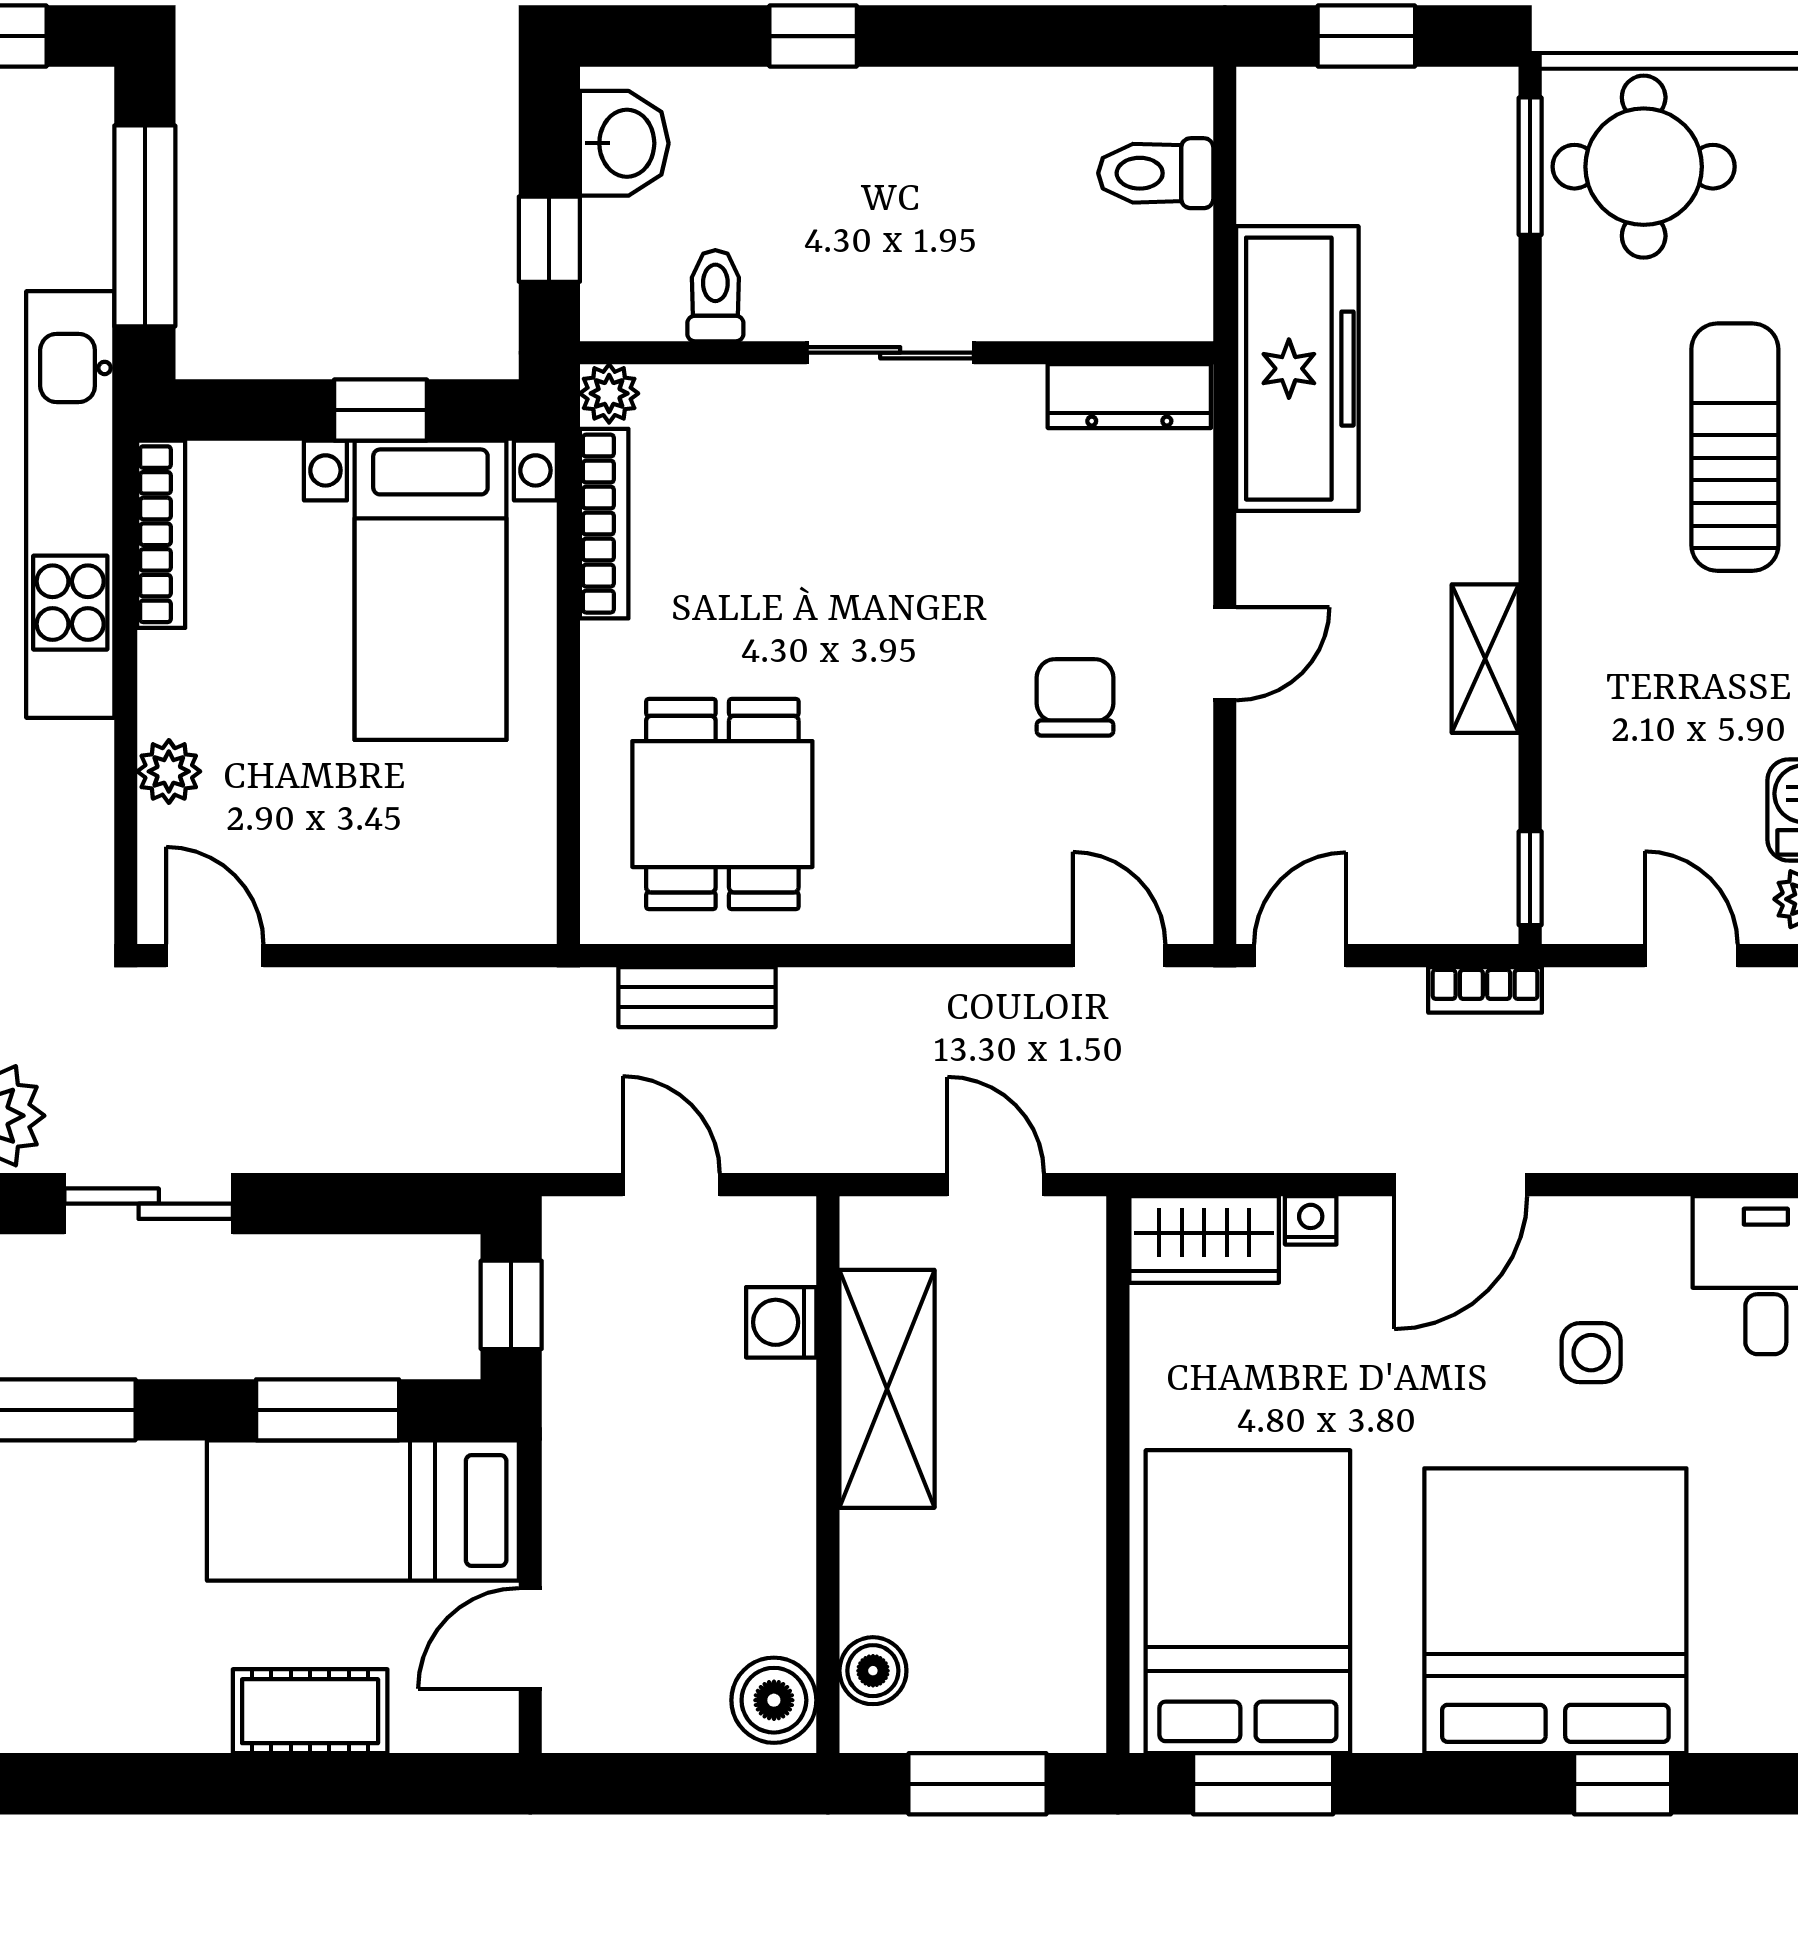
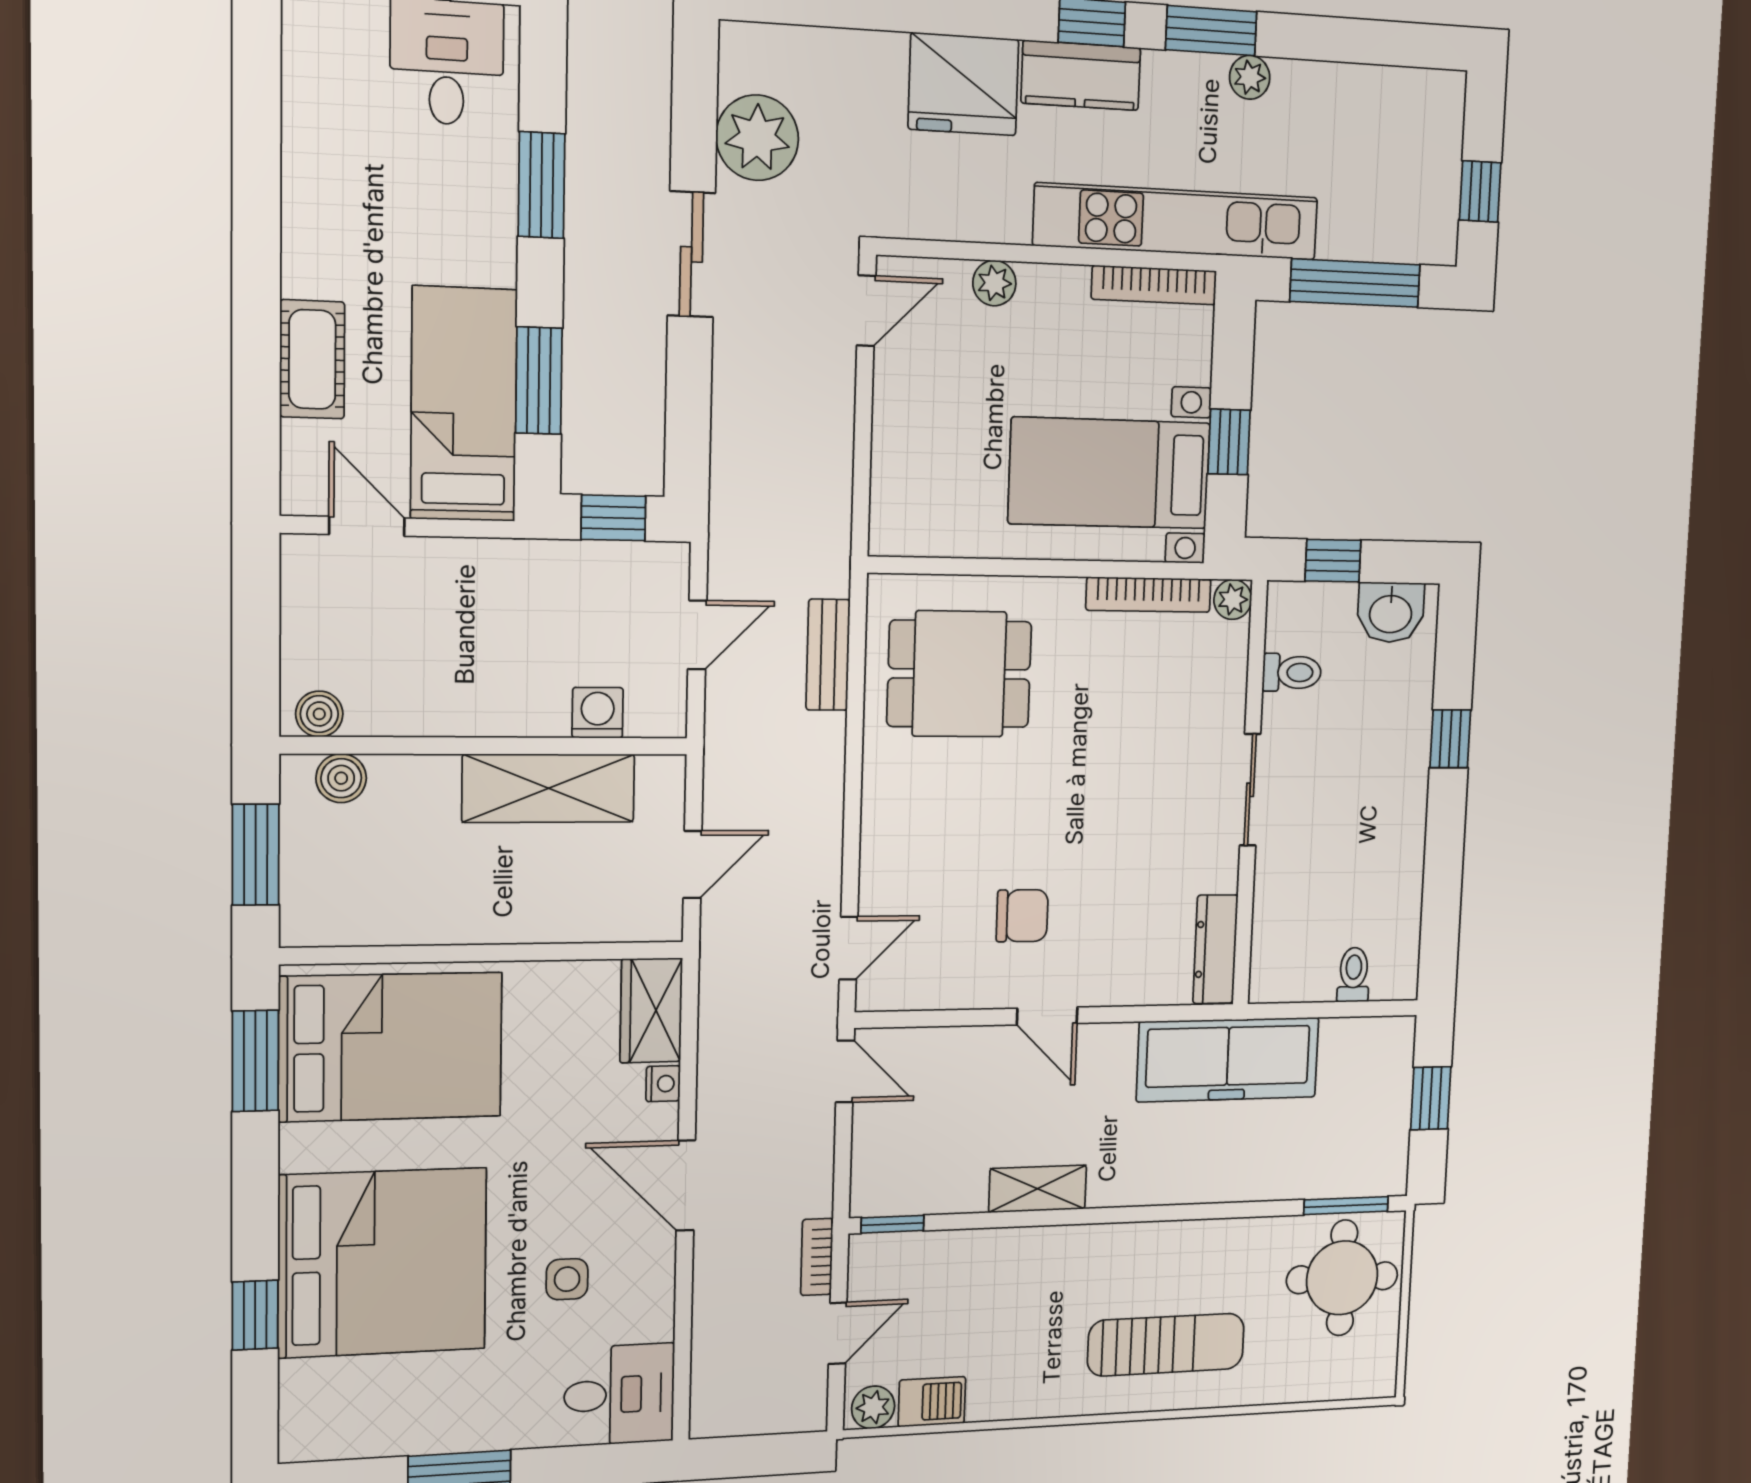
toilet: (1156, 173) -> (1354, 975), width x0.73, depth x0.72
bookcase: (1485, 990) -> (817, 1257), moved
boiler: (774, 1700) -> (319, 714), width x0.73, depth x0.73

